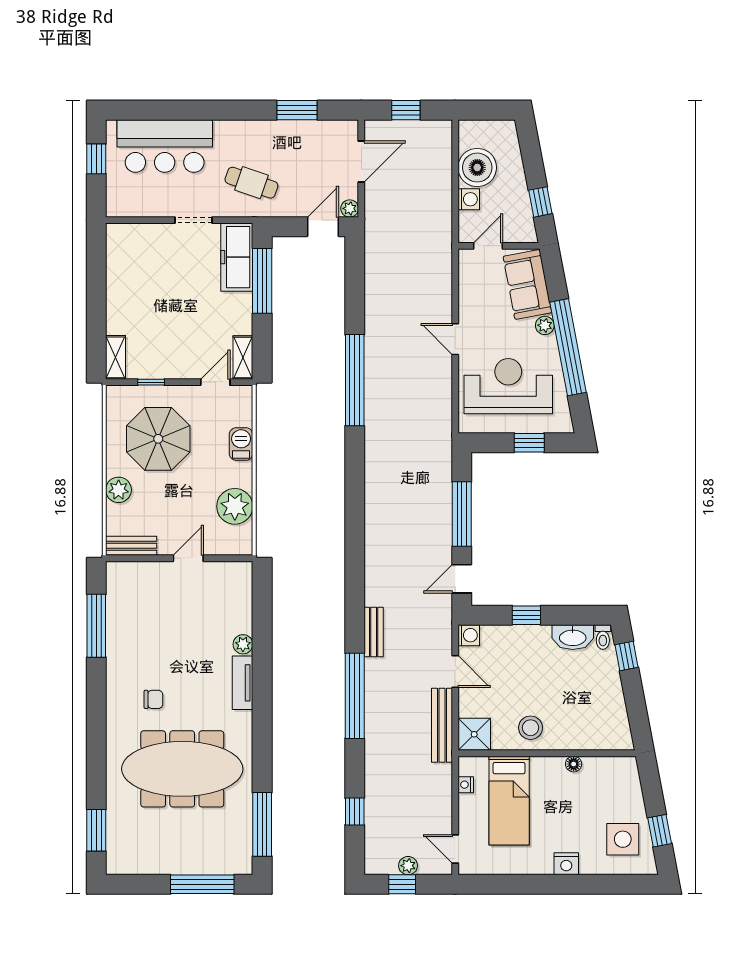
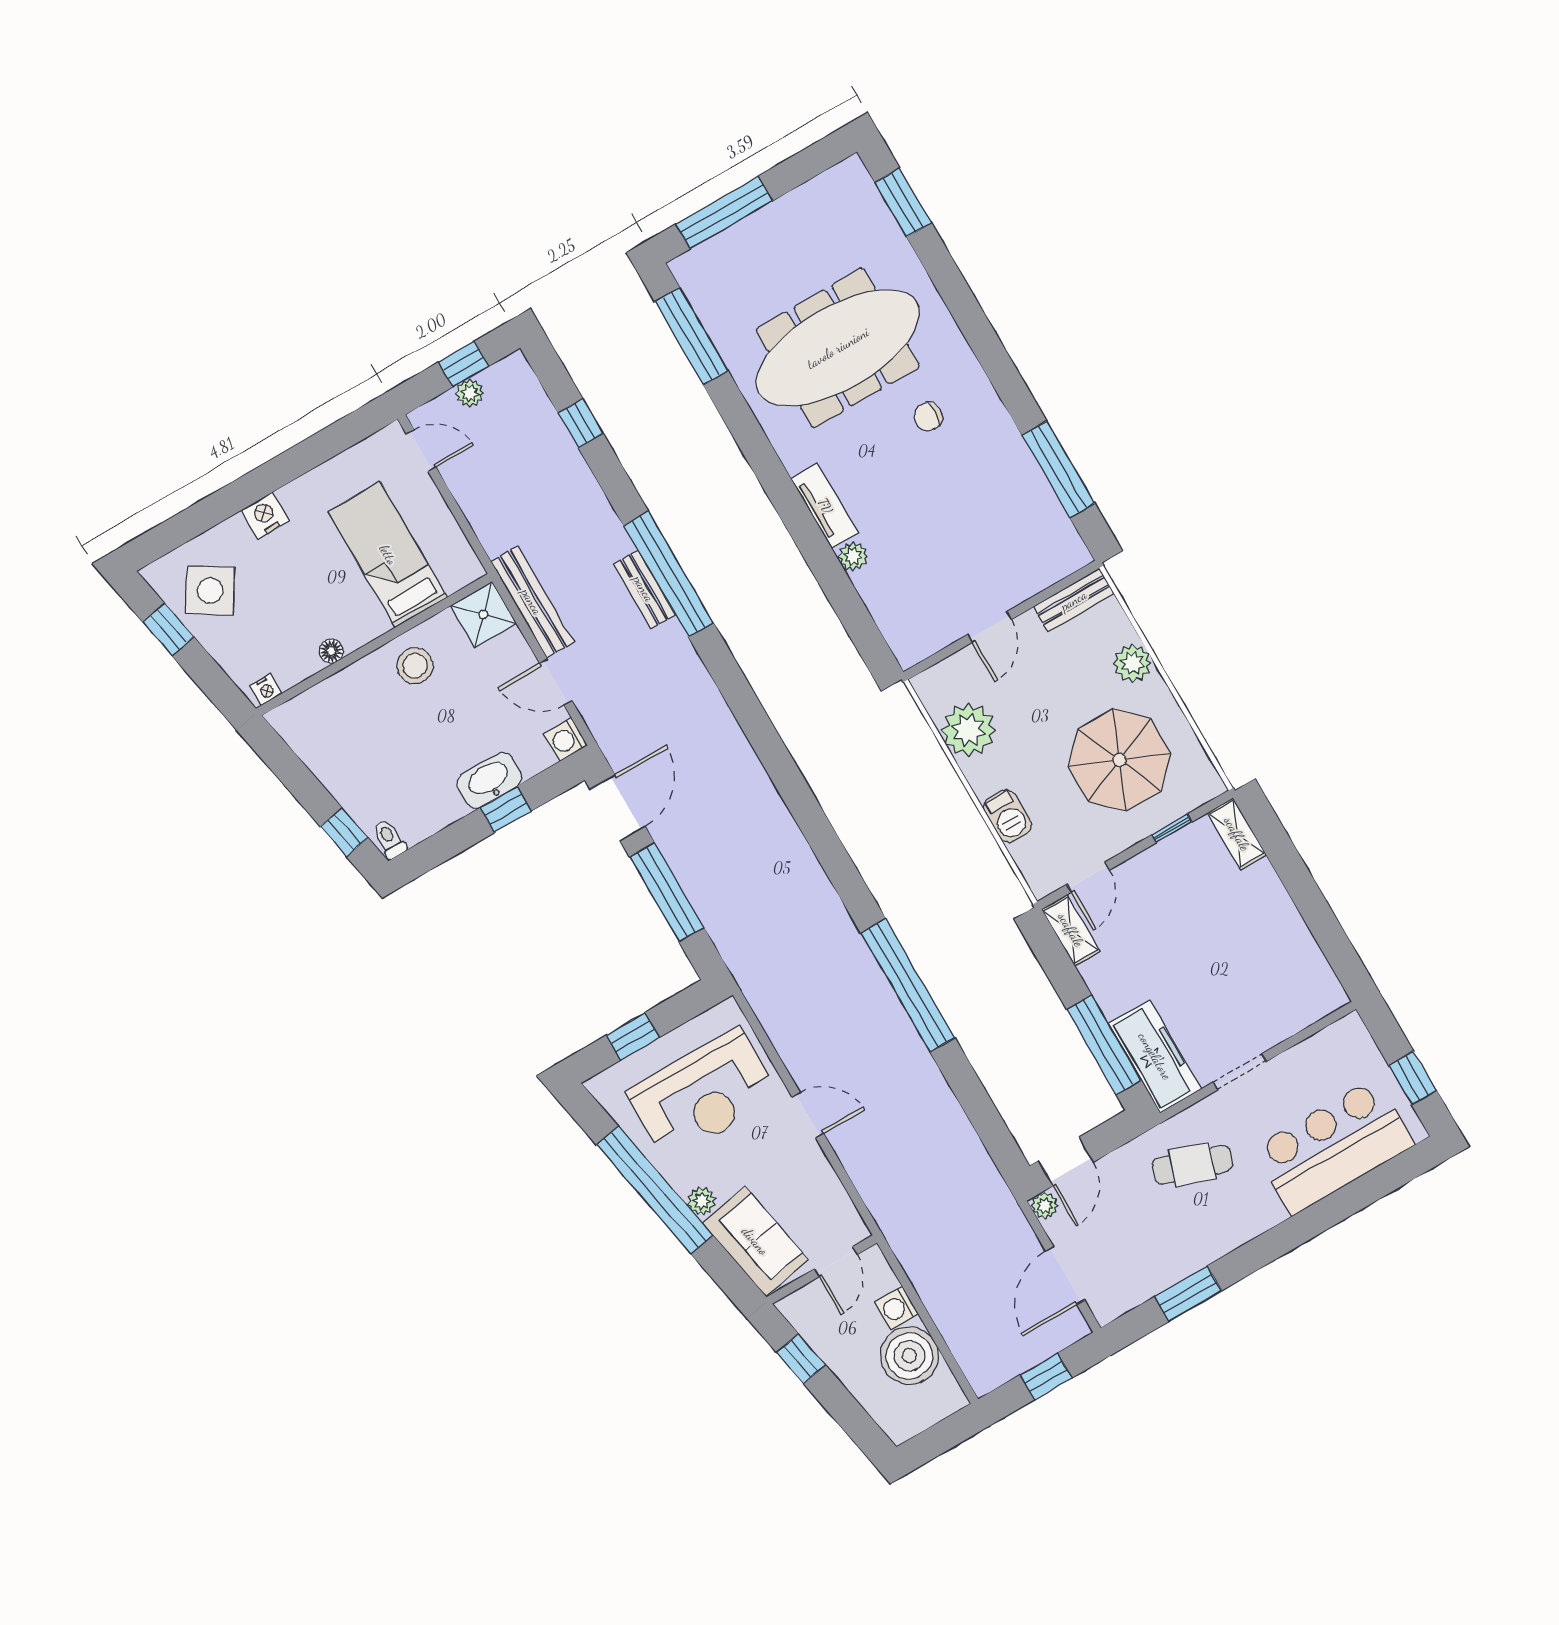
door: (462, 579) -> (618, 808), width x1.38
bench: (374, 632) -> (644, 589), moved
washbasin: (573, 637) -> (489, 780), moved
nightstand: (466, 785) -> (266, 690), moved, turned 90
side table: (623, 839) -> (210, 590), turned 32

